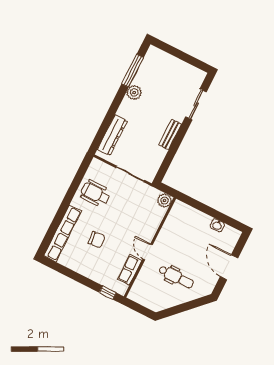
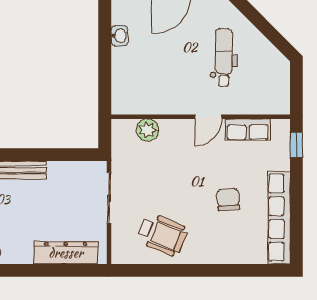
wheelchair: (95, 193) -> (162, 235), turned -68
plant: (165, 200) -> (147, 130), moved
row of seats: (63, 233) -> (279, 218), moved, turned -90

